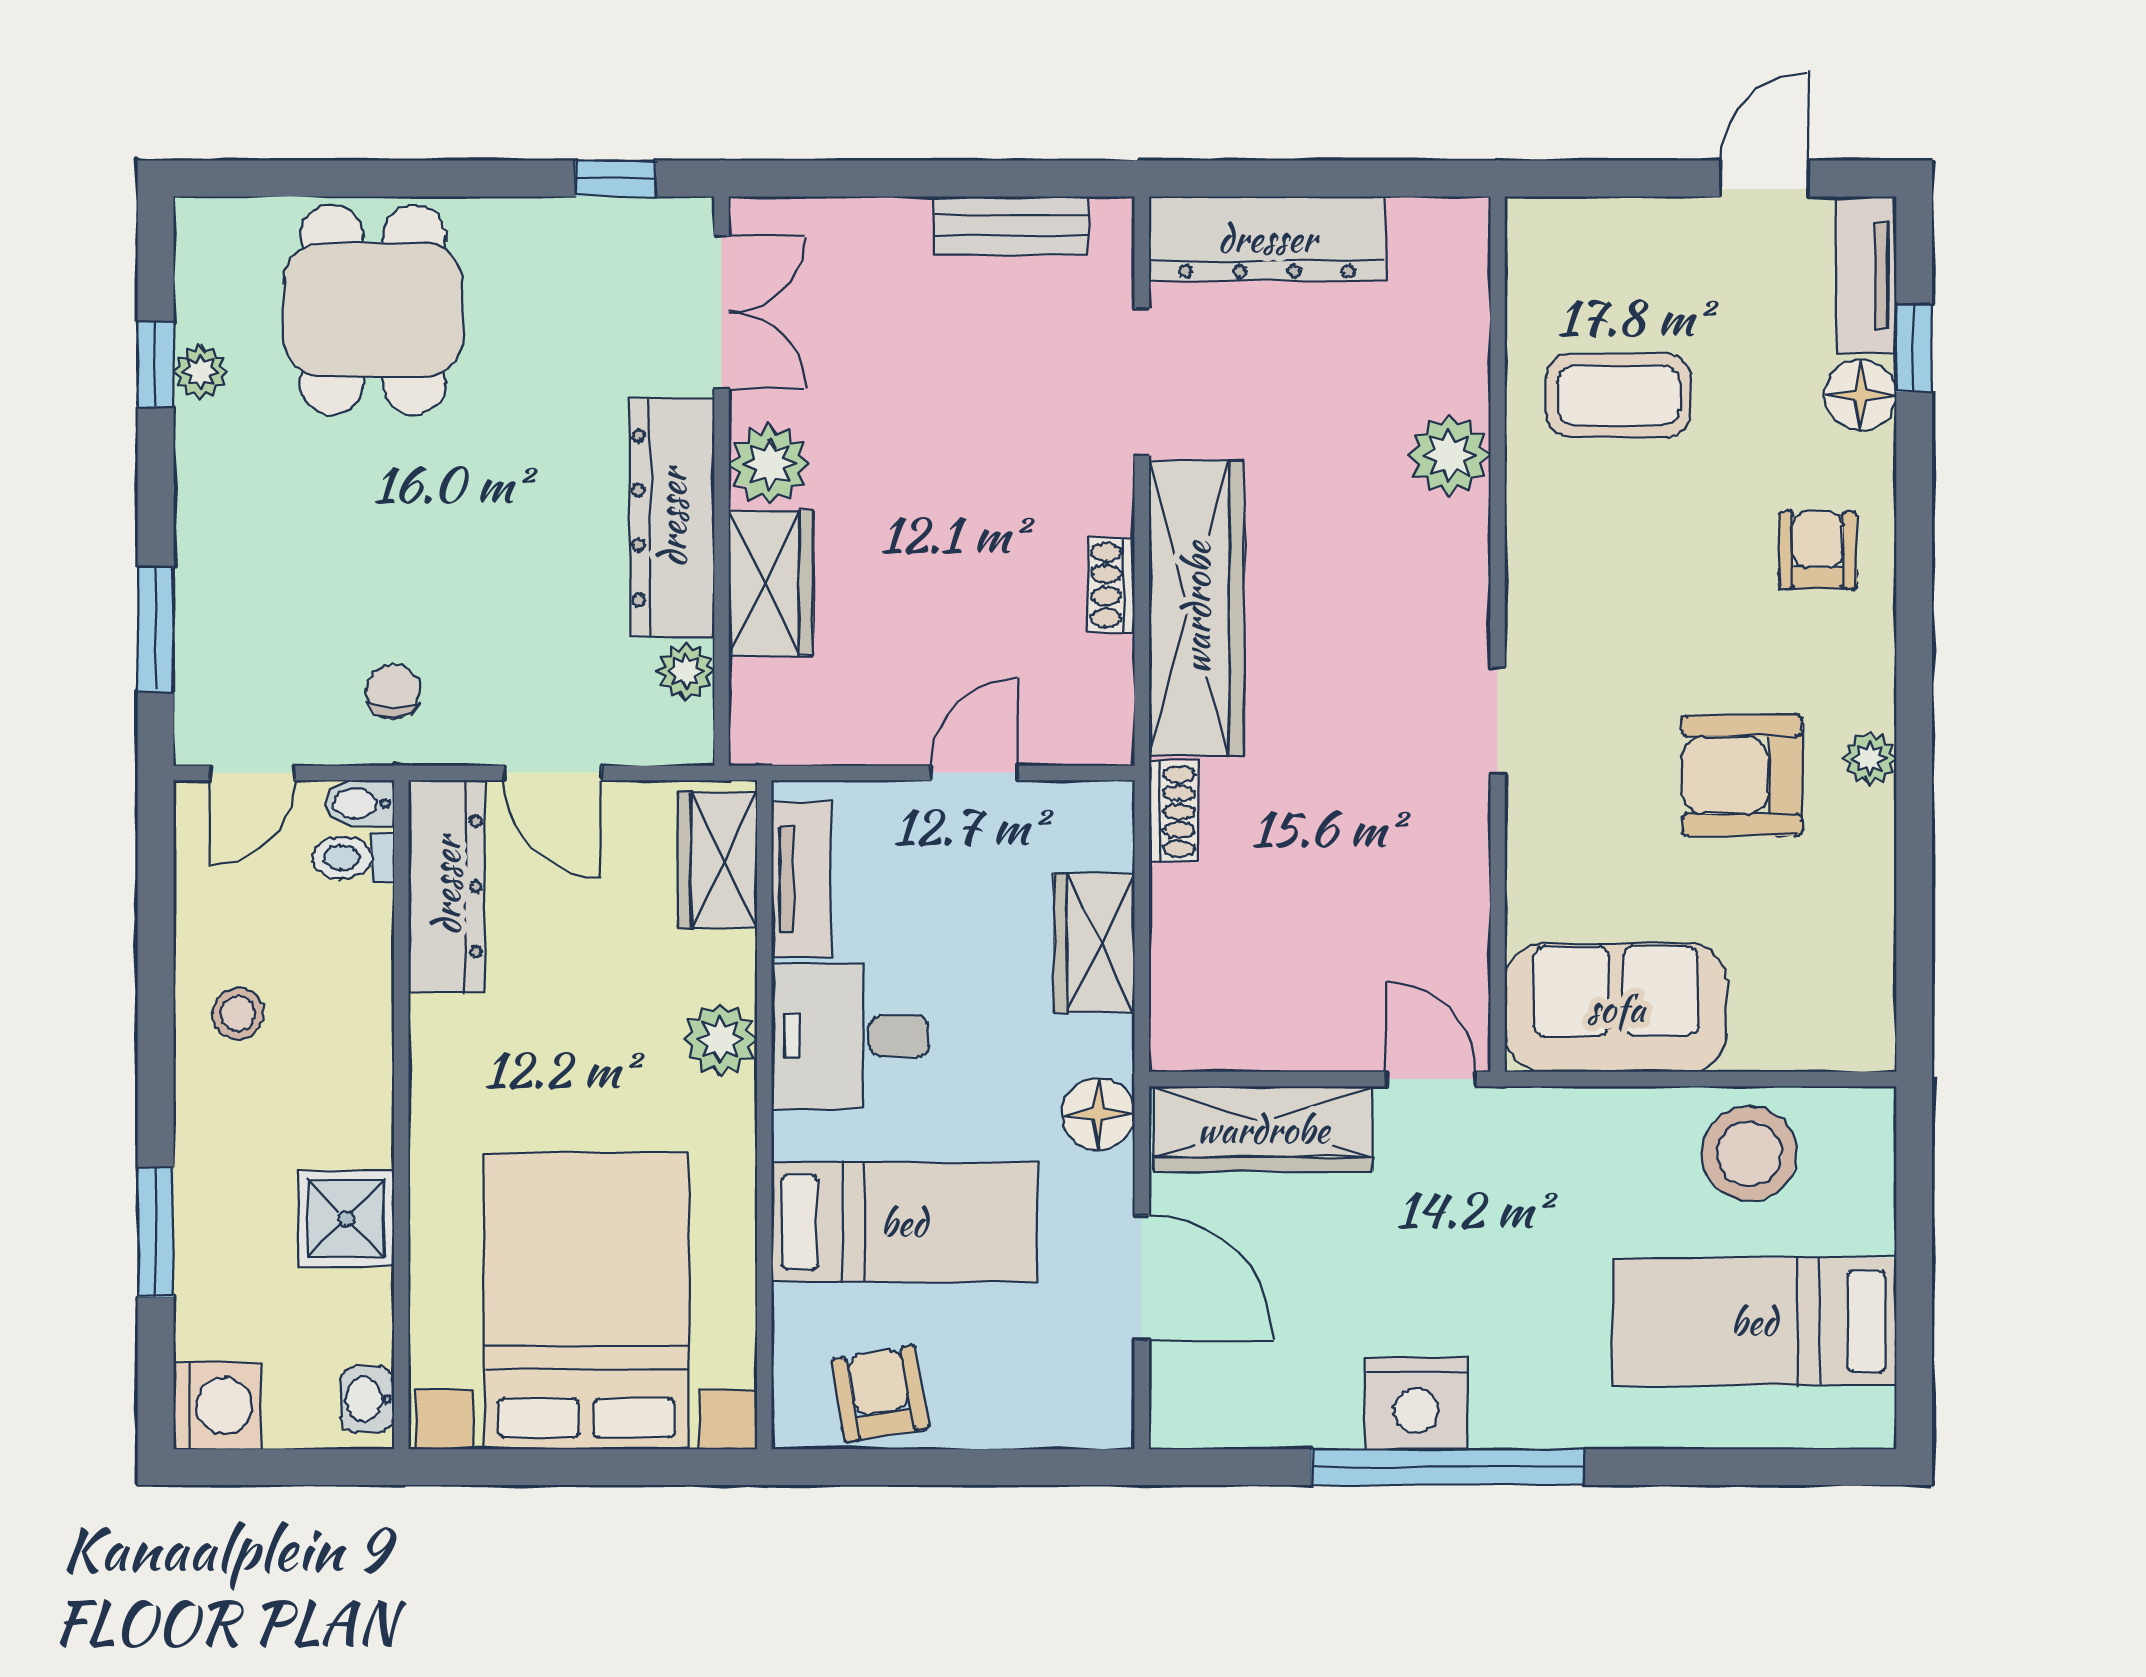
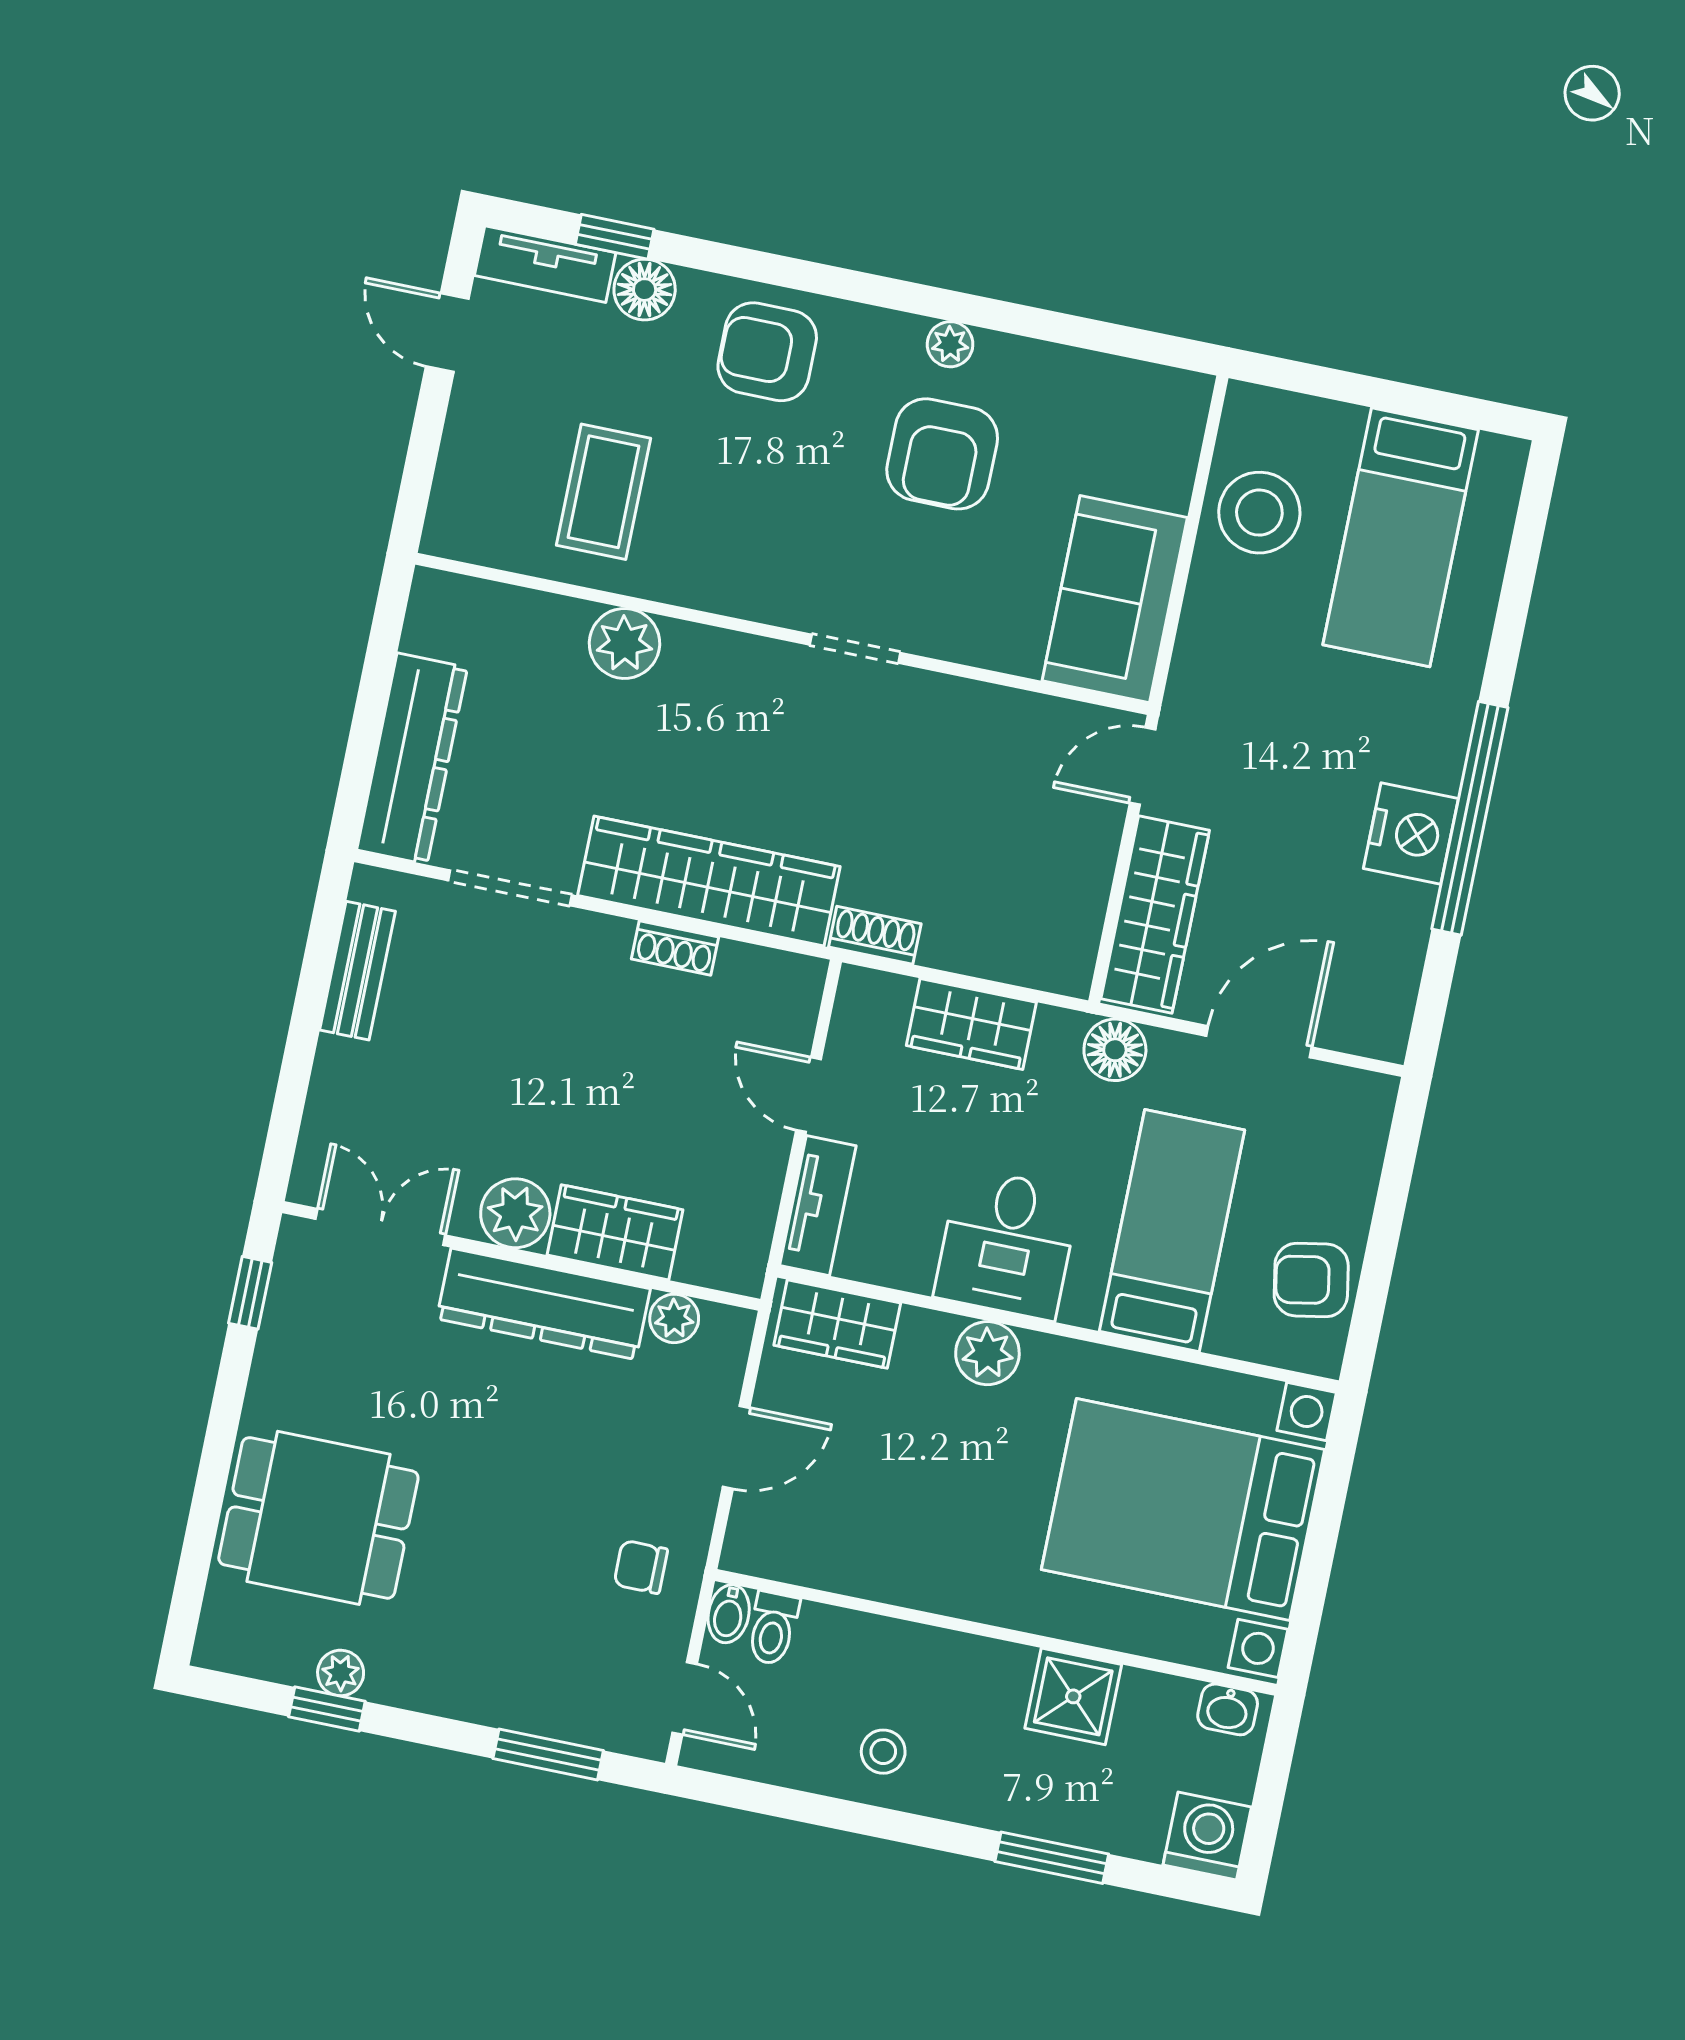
armchair: (1818, 550) -> (767, 352), width x1.38, depth x1.38
tv unit: (801, 879) -> (818, 1206), moved, turned 90
dresser: (446, 886) -> (813, 1556), removed

